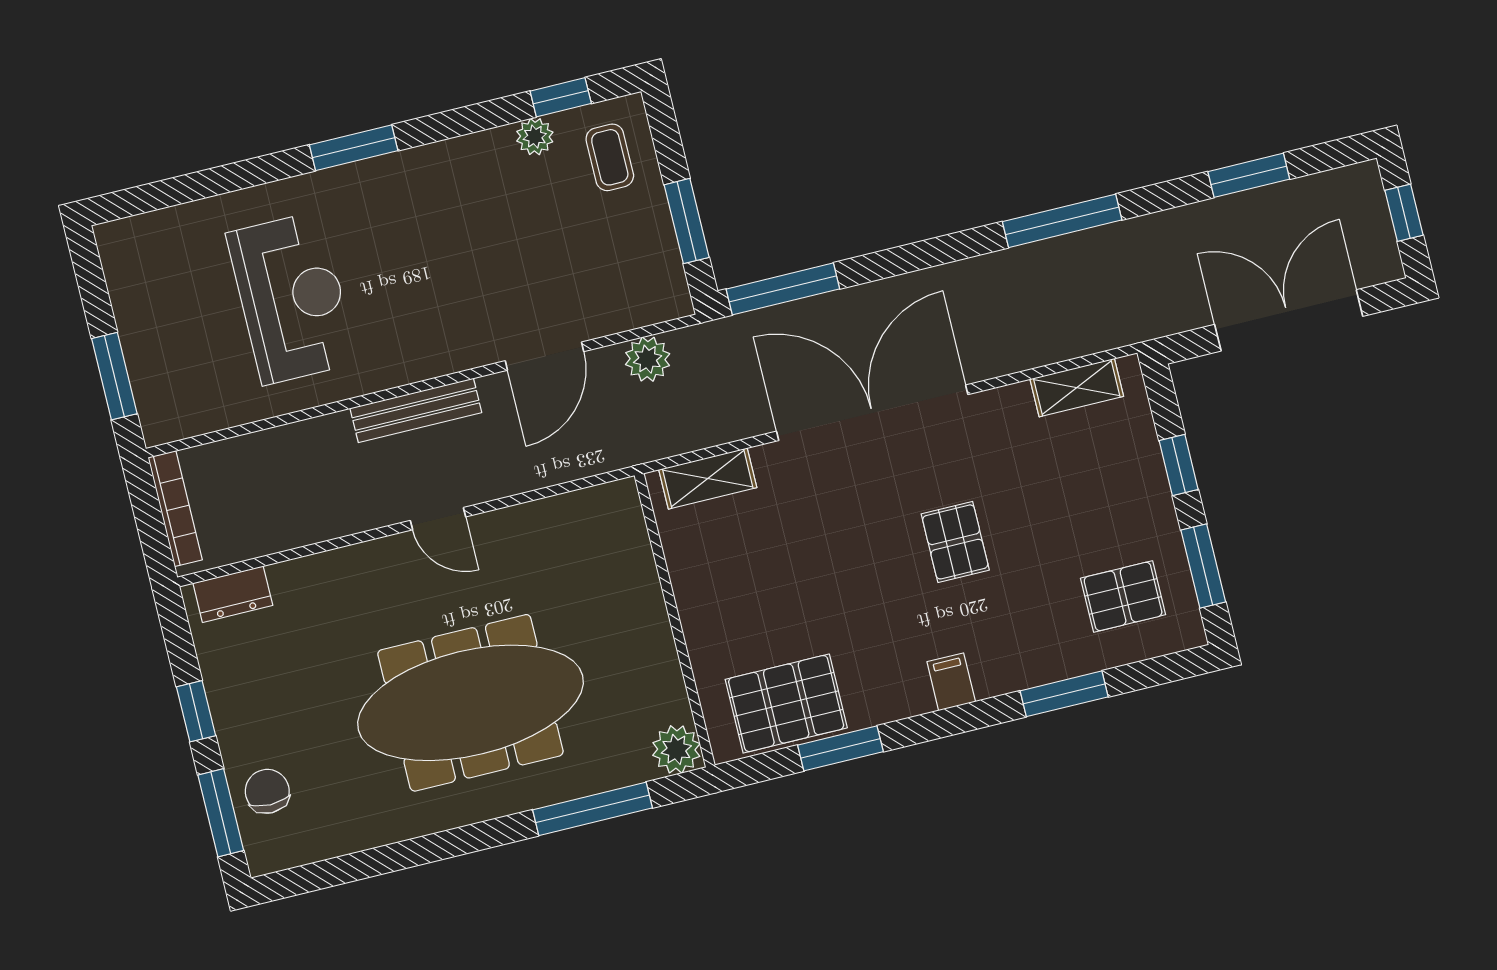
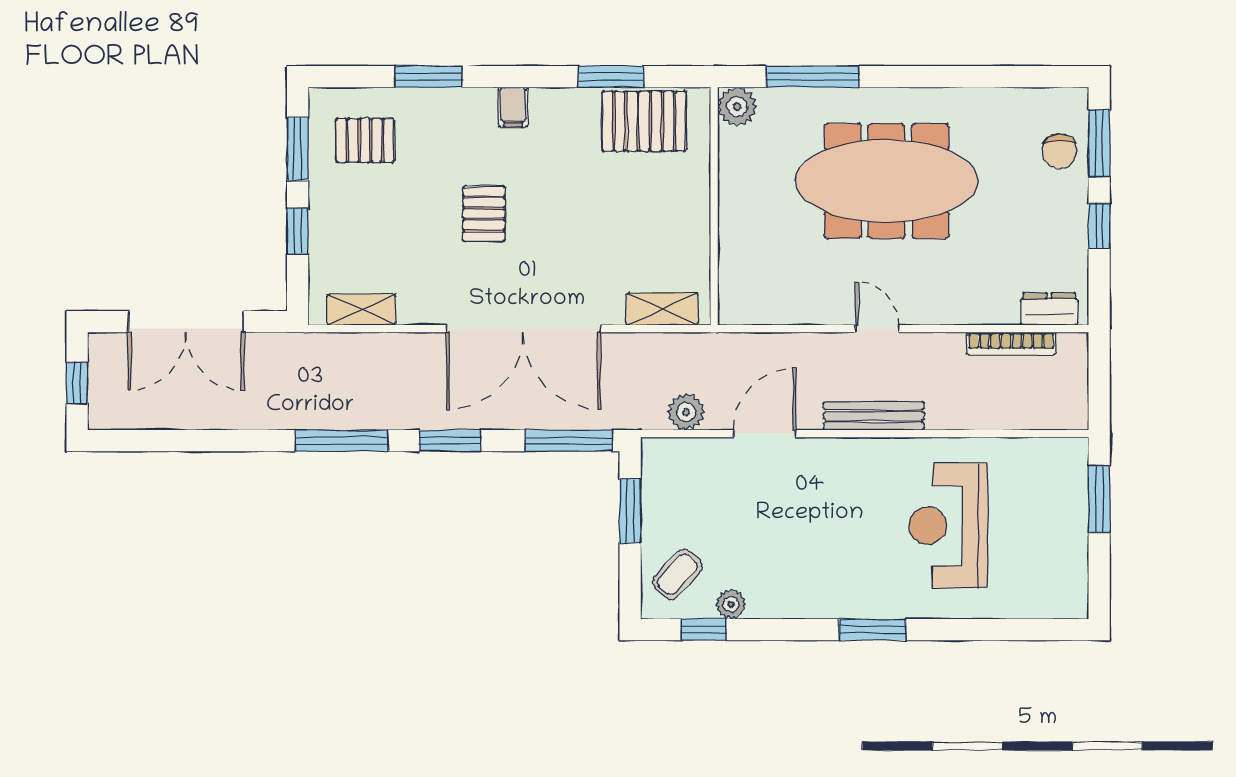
coffee table: (610, 157) -> (677, 574), turned 43
window: (1249, 175) -> (450, 441), moved
bookcase: (175, 509) -> (1011, 344), moved, turned -90

